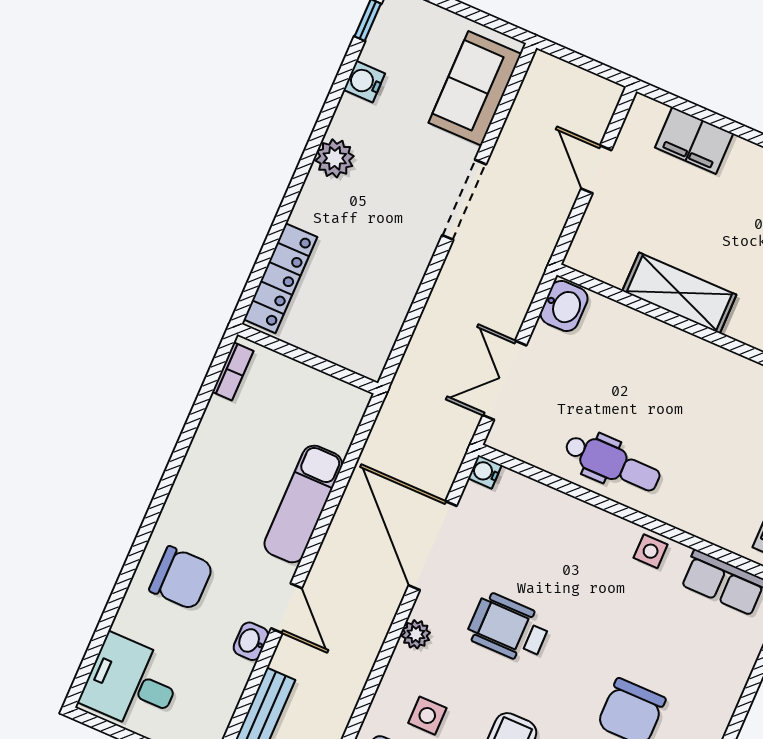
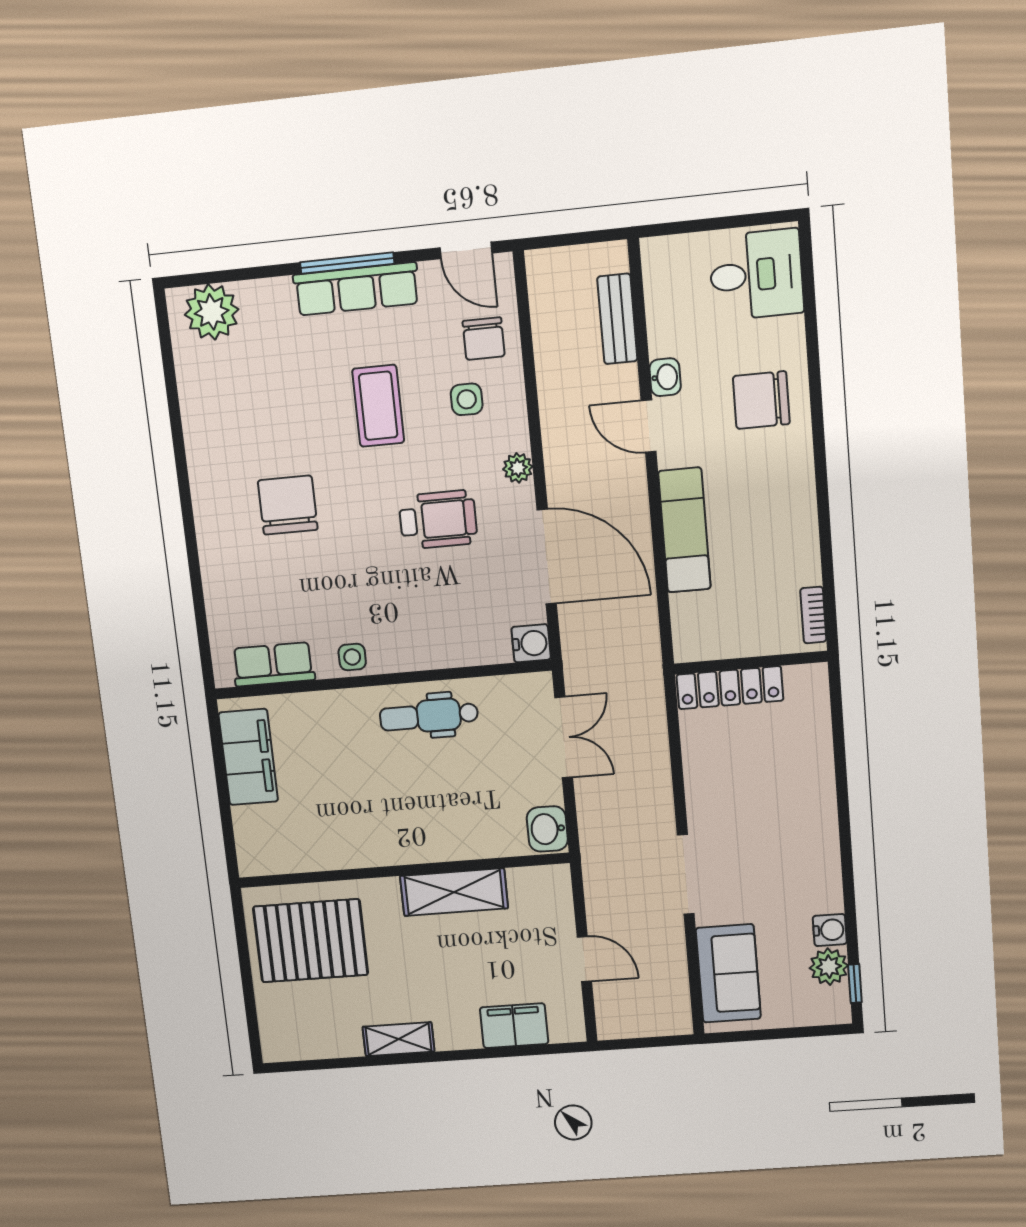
plant: (335, 158) -> (829, 967), moved
locker: (280, 278) -> (730, 688), moved, turned -90
water cooler: (485, 472) -> (531, 643), width x1.38, depth x1.38

